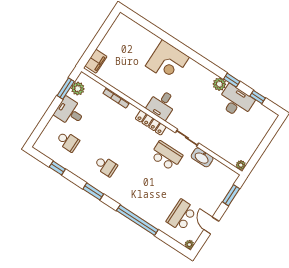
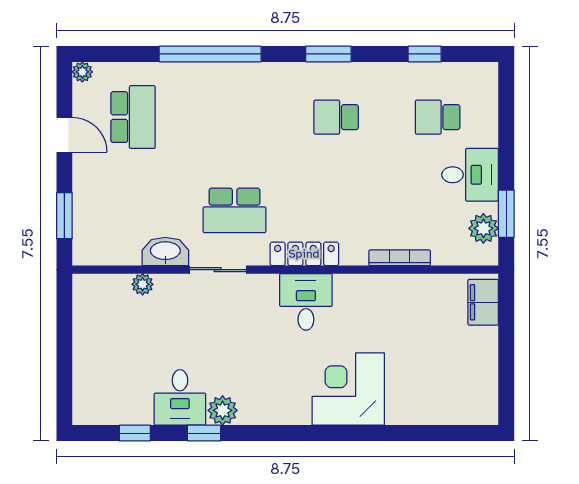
desk: (236, 102) -> (180, 397), width x0.73
plant: (241, 165) -> (143, 284), moved

